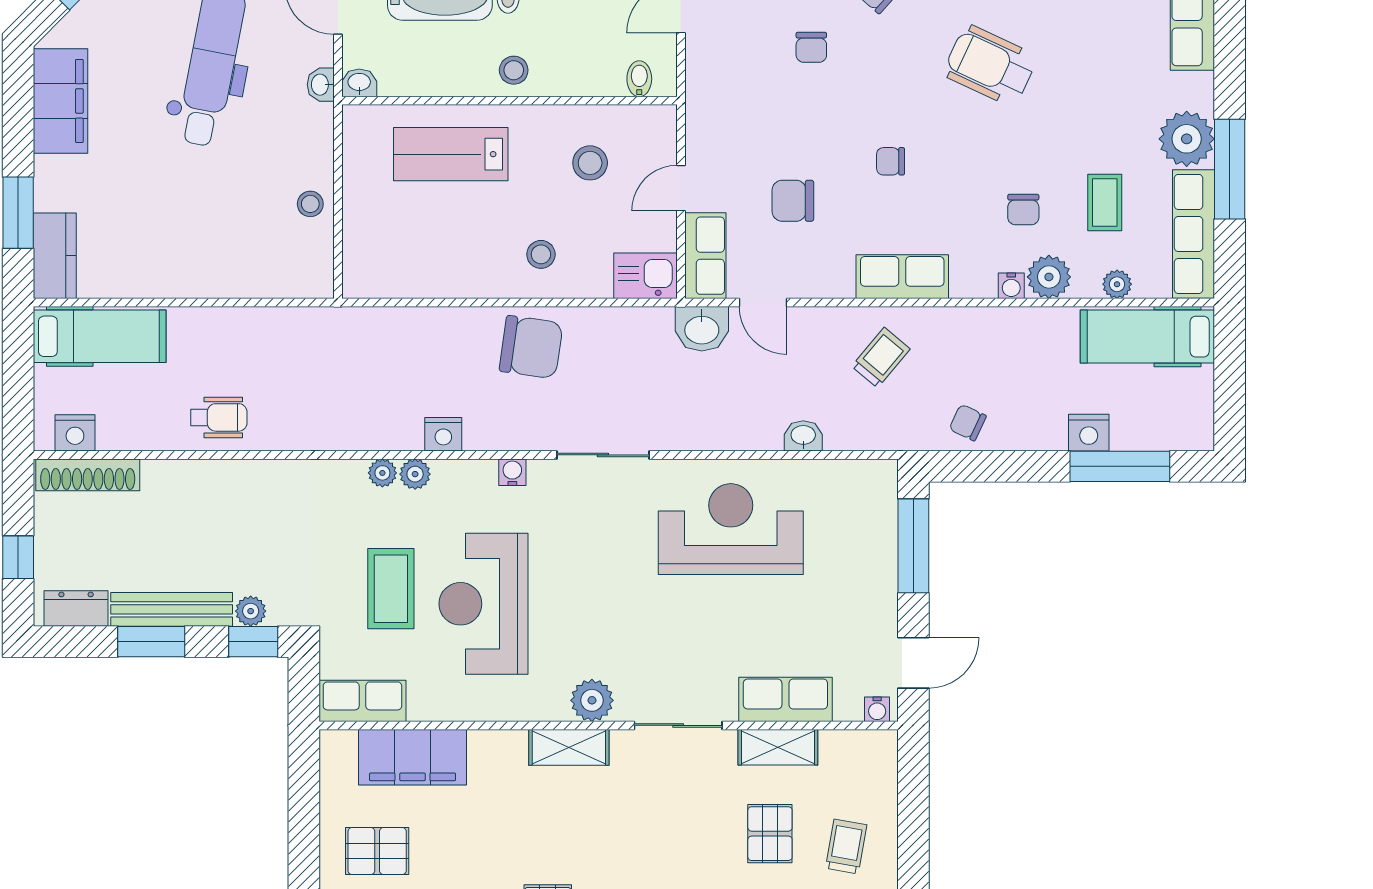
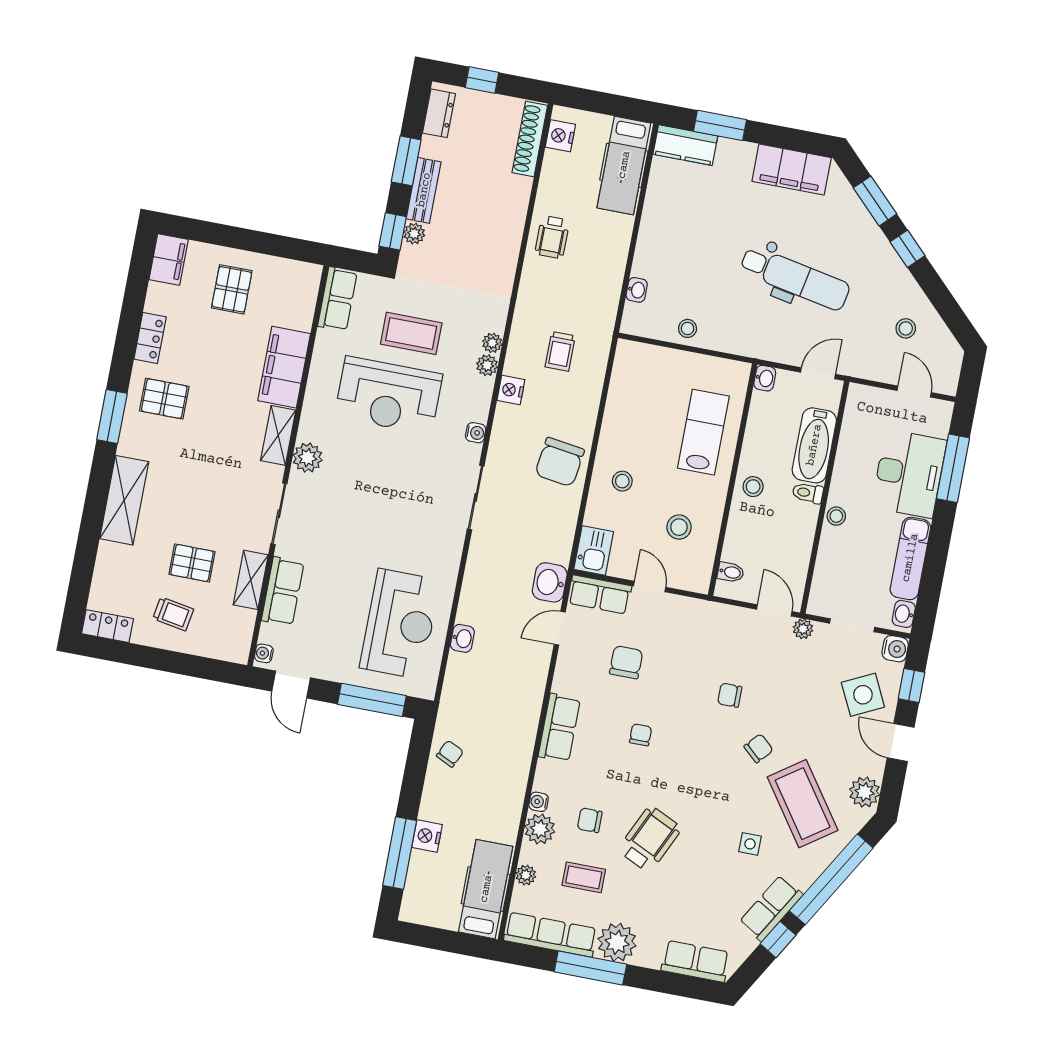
wheelchair: (990, 65) -> (650, 839), moved
washbasin: (321, 85) -> (637, 290), moved, turned 90
trolley: (881, 358) -> (560, 351), moved, turned 50
reception desk: (731, 529) -> (400, 624), moved
reception desk: (484, 604) -> (389, 395), turned 180
bench: (172, 609) -> (424, 190), width x0.73
filing cabinet: (412, 757) -> (284, 367), moved

